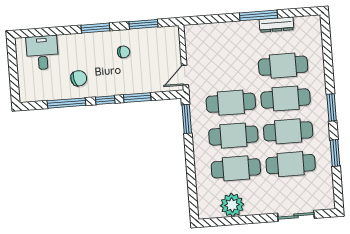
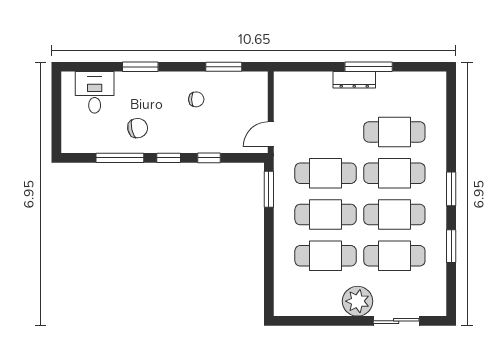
dresser: (277, 25) -> (354, 80), moved
window: (95, 28) -> (140, 67), moved
window: (137, 98) -> (209, 158), width x0.67
plant: (232, 205) -> (358, 301), moved

